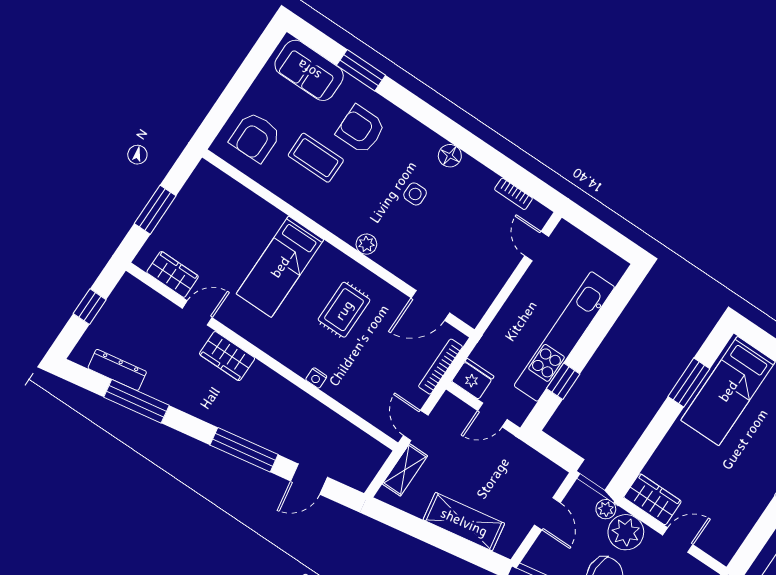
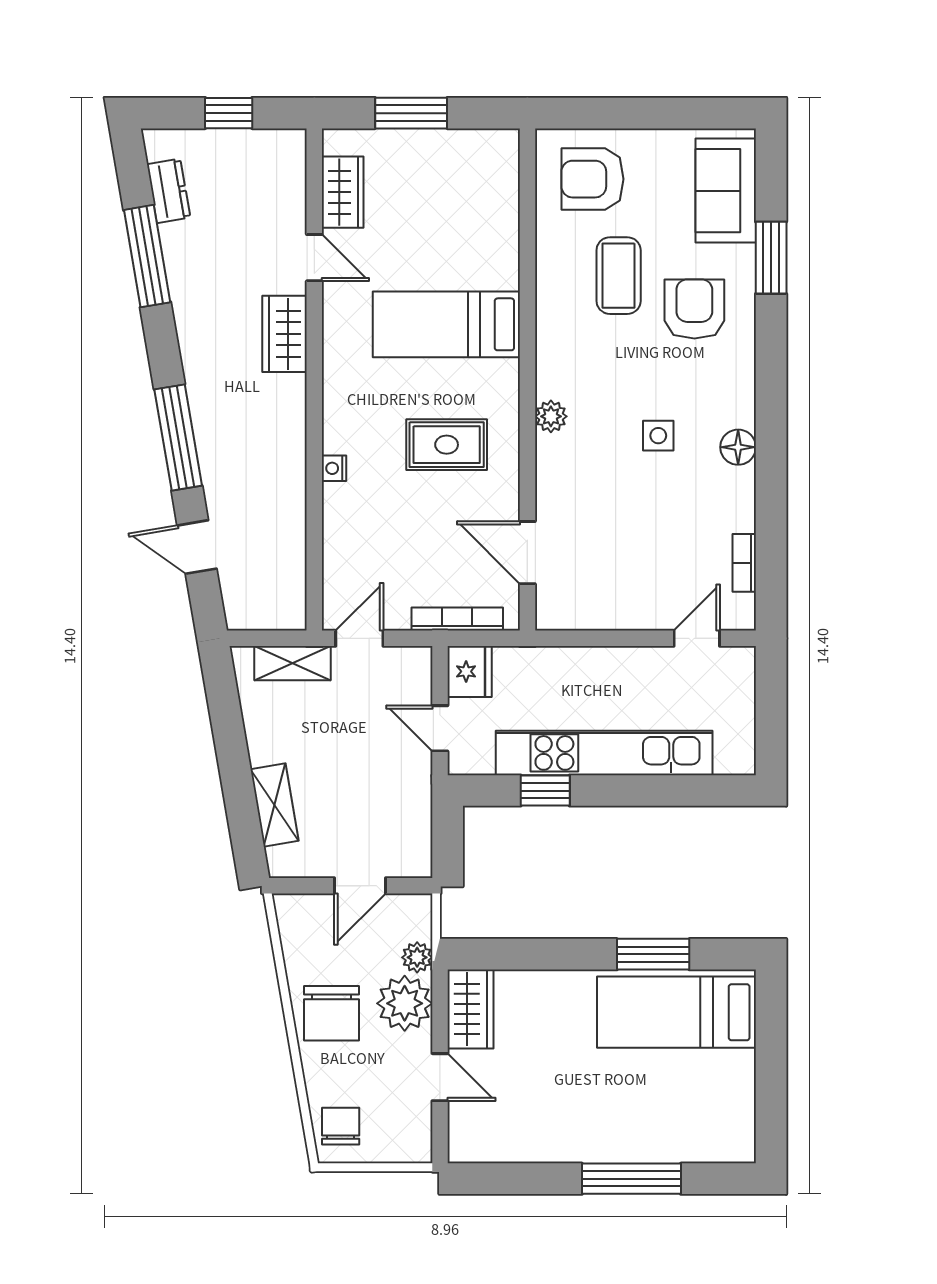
dresser: (117, 370) -> (169, 191), width x0.70
shelving: (464, 522) -> (275, 805), width x0.67, depth x0.75

